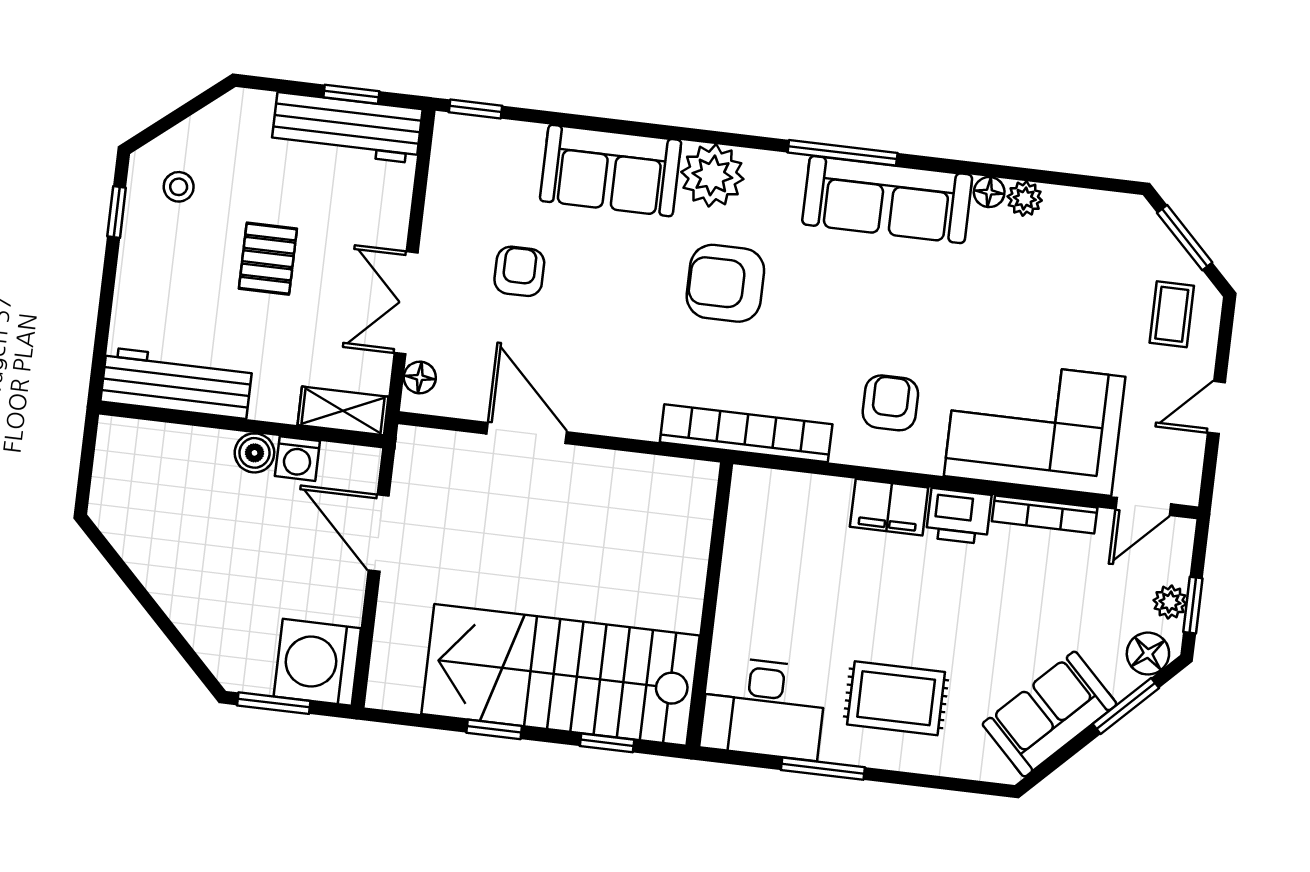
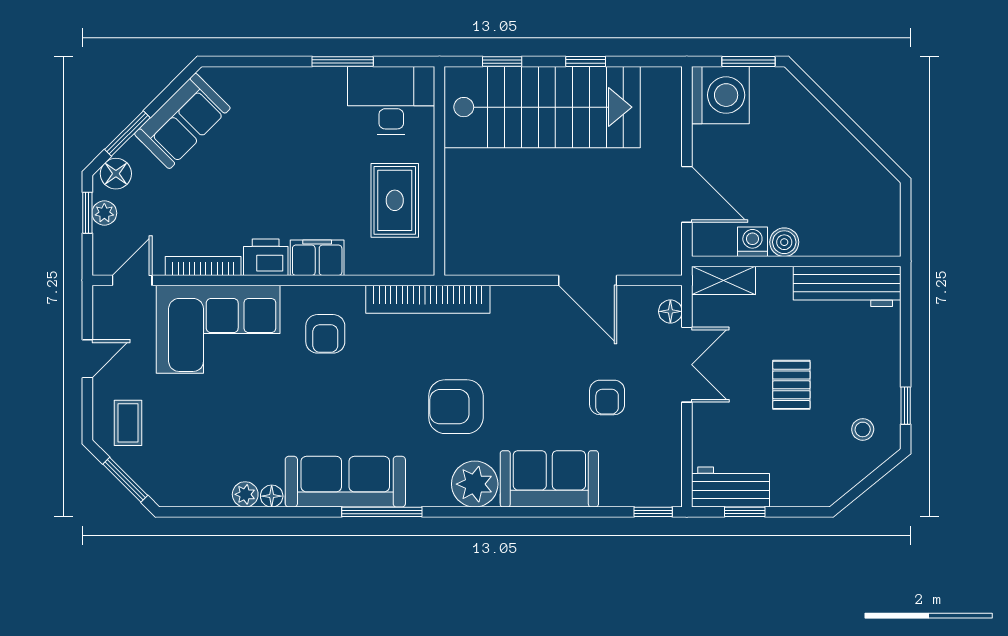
workbench: (347, 128) -> (731, 487), width x0.73
armchair: (725, 283) -> (456, 407), turned 180
rug: (896, 698) -> (395, 200), moved, turned 90

